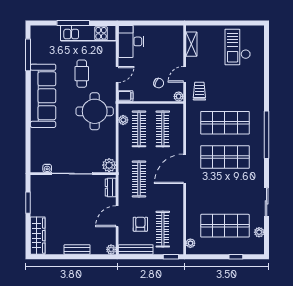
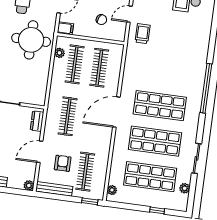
plant: (179, 96) -> (120, 36), removed
shop shelf: (225, 123) -> (155, 141), moved
plant: (109, 165) -> (39, 98), removed

